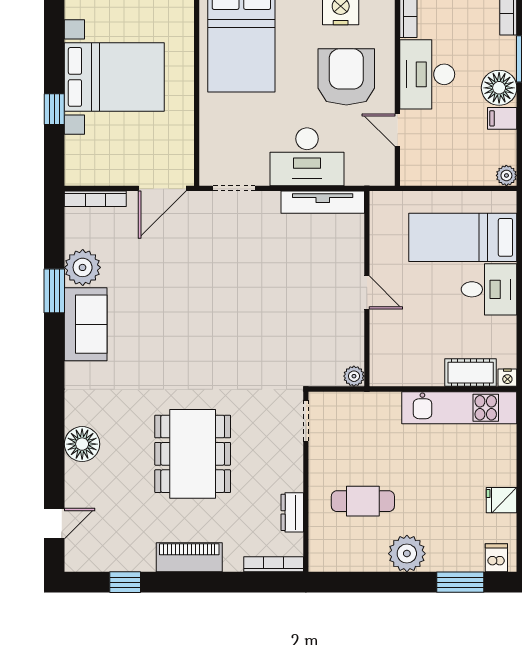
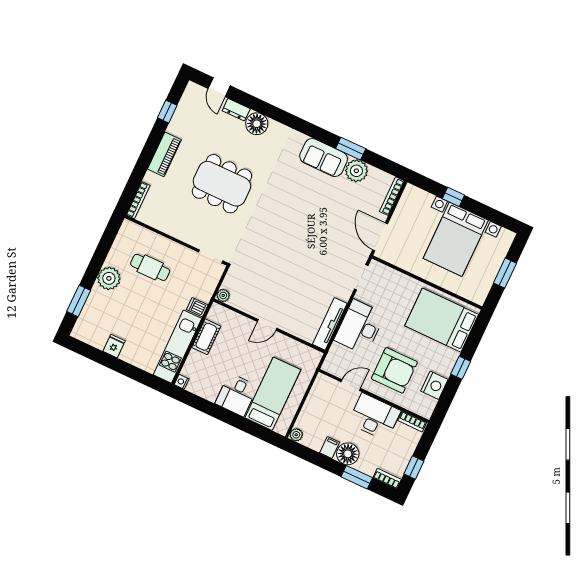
cot: (471, 373) -> (206, 337), moved
cafe table: (363, 501) -> (150, 267), turned 90
dresser: (292, 512) -> (236, 110), moved, turned 180
dishwasher: (496, 558) -> (197, 307), moved, turned 180

